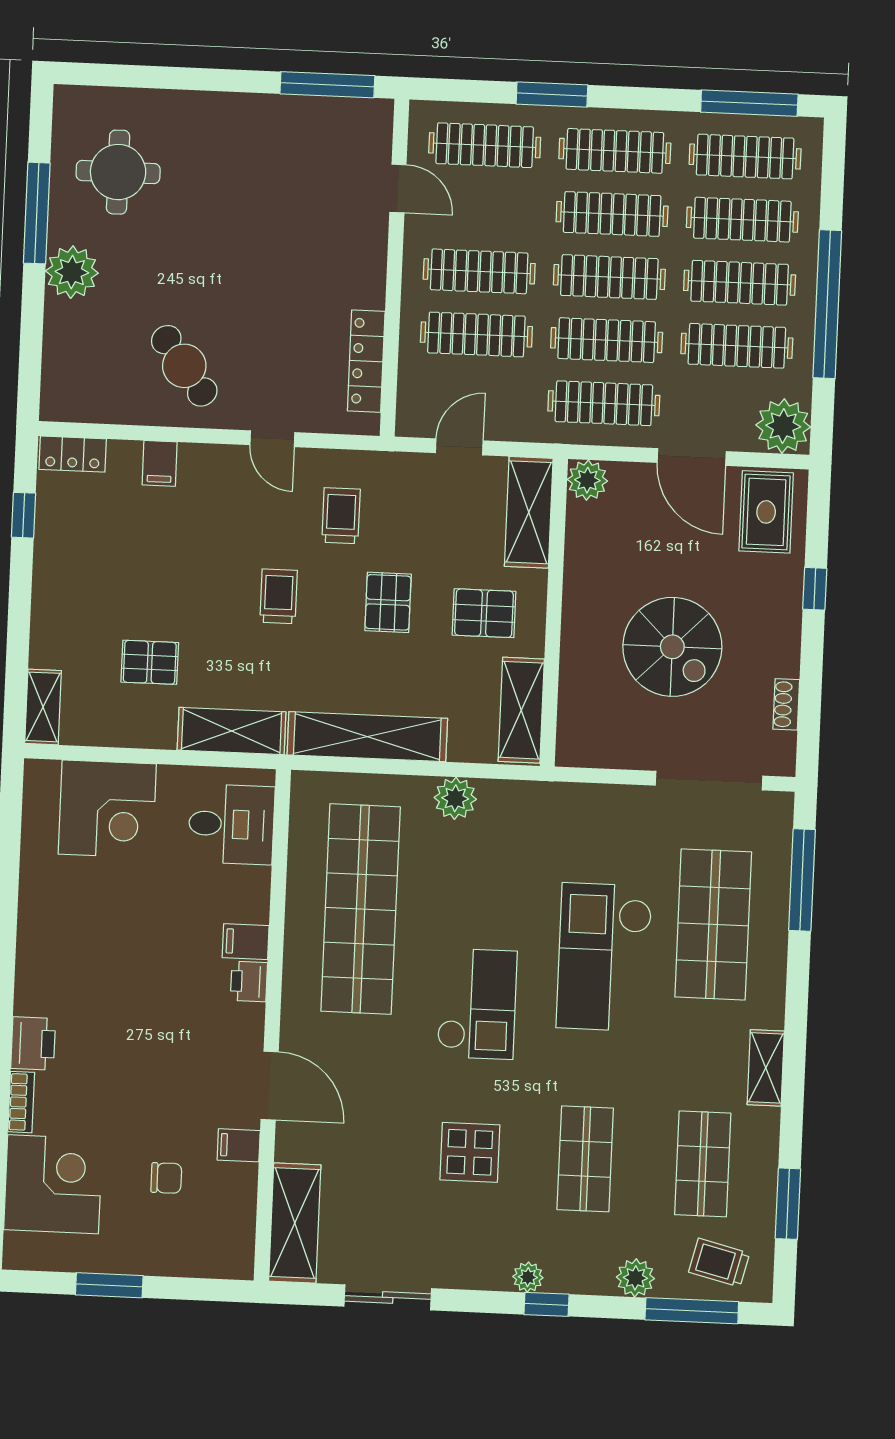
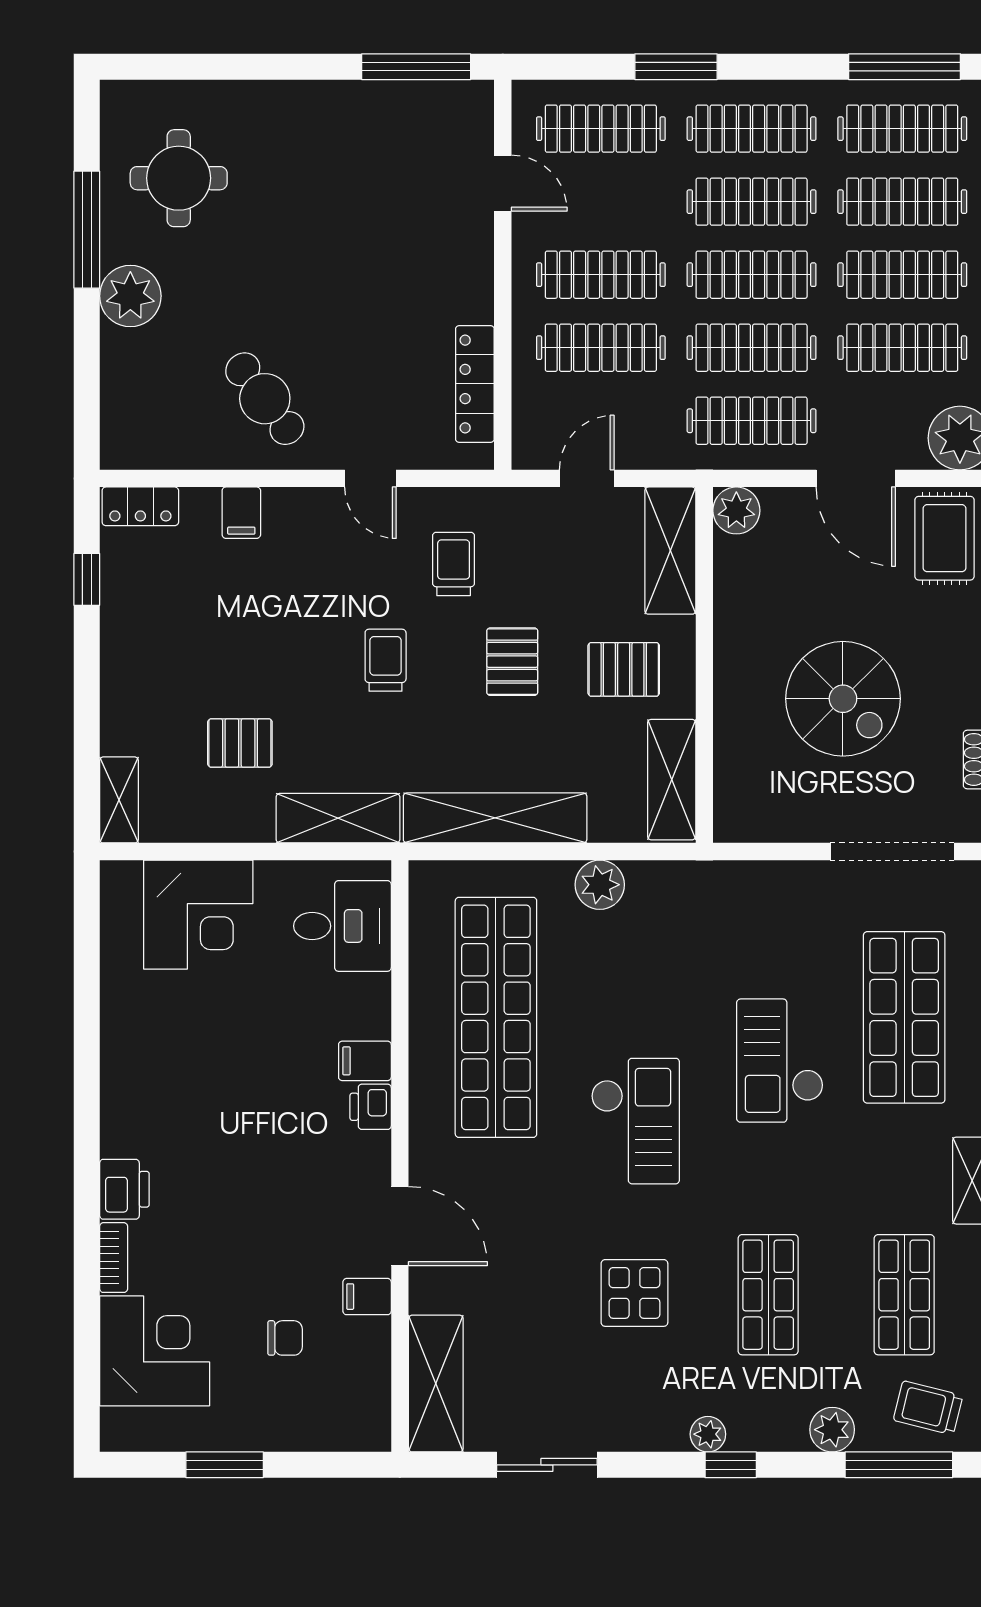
checkout: (604, 957) -> (780, 1061), width x0.73, depth x0.83

